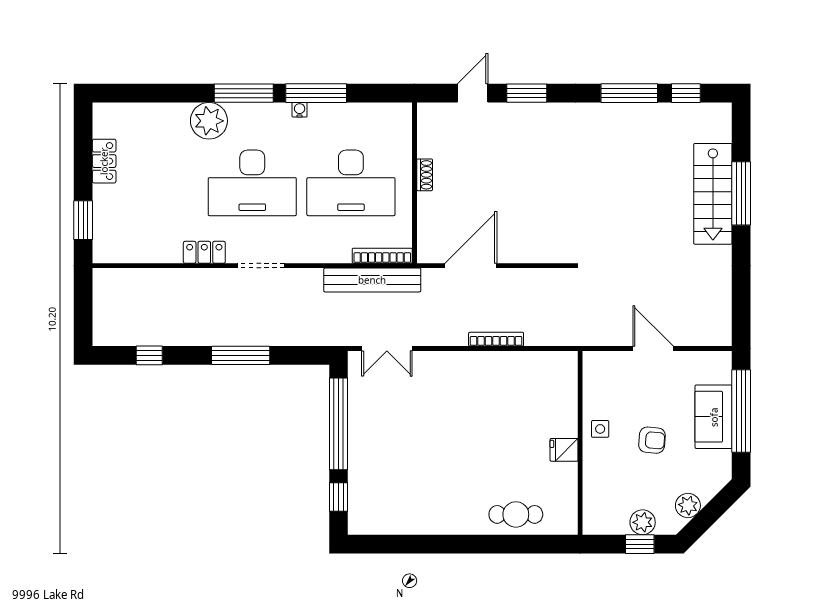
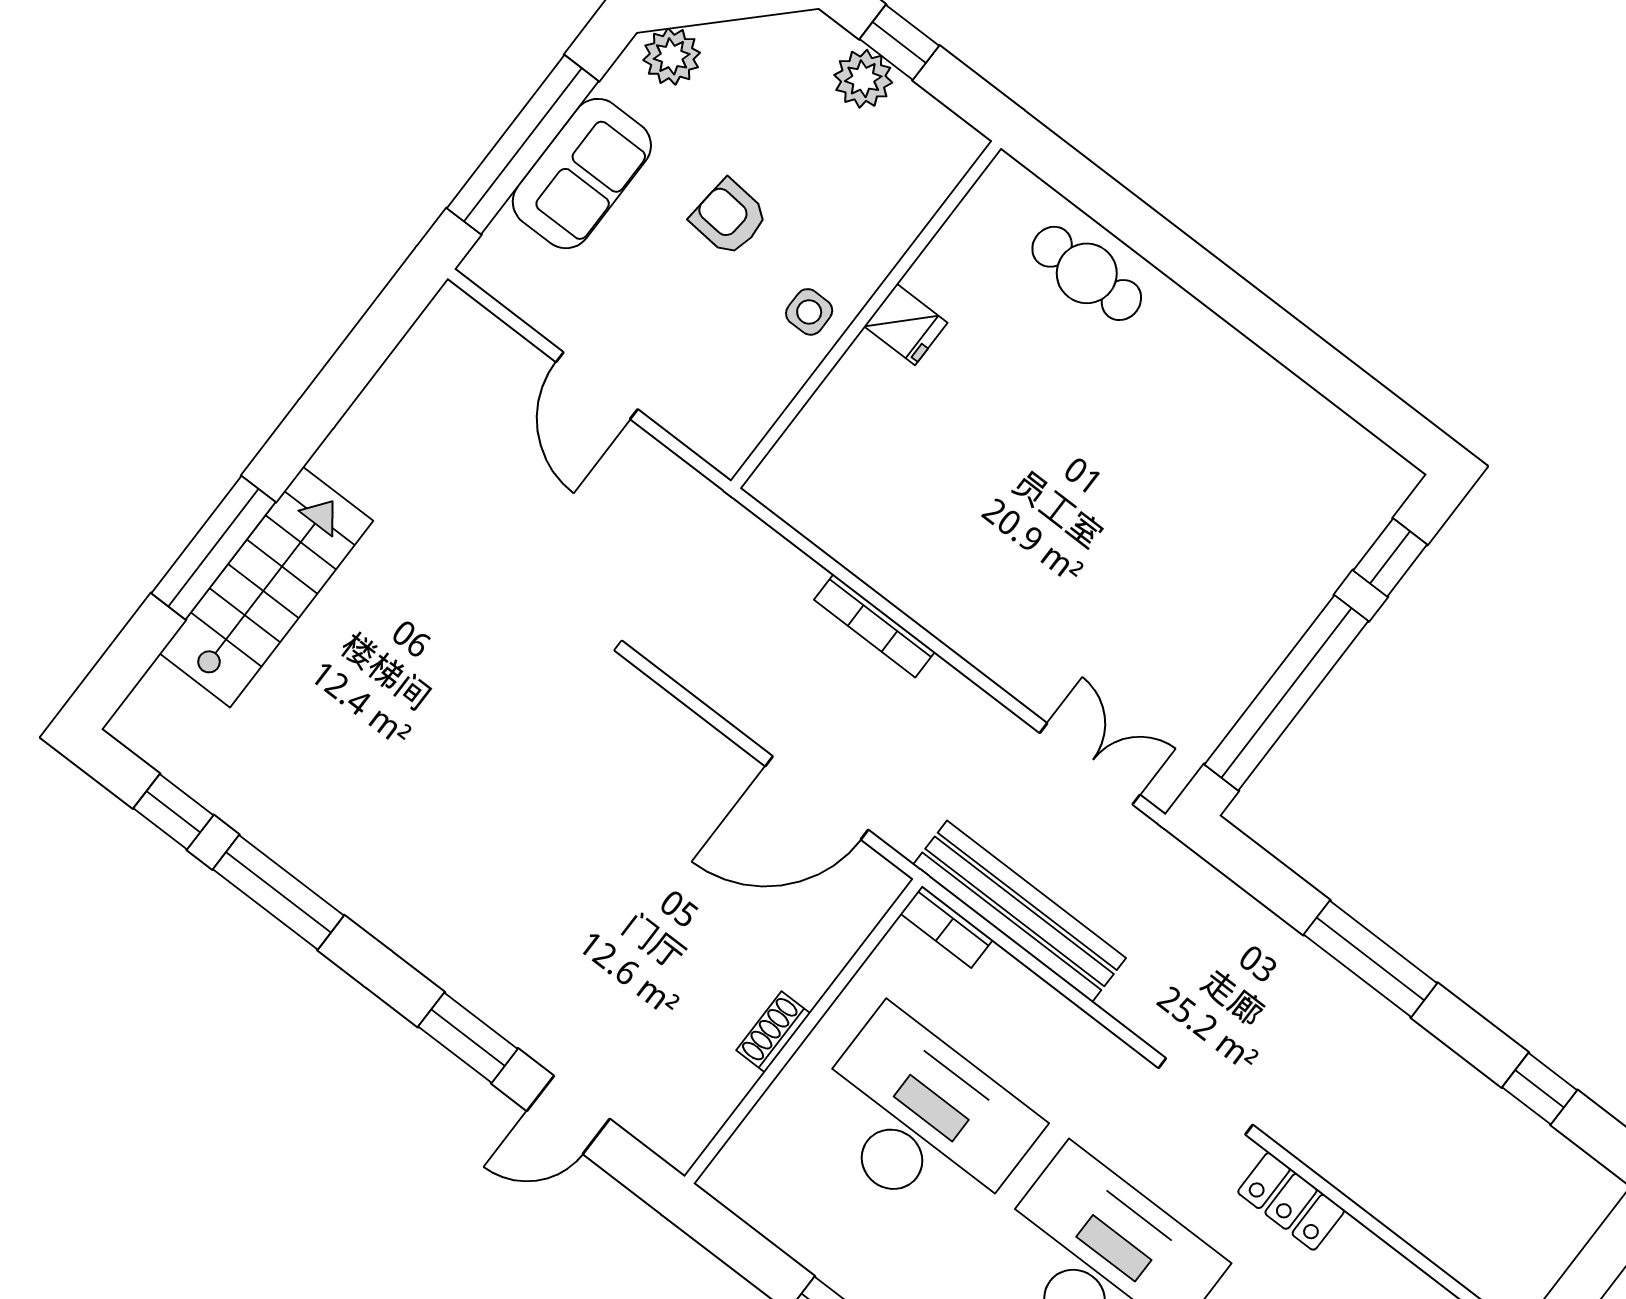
bookcase: (382, 256) -> (947, 927), width x0.64
plant: (688, 506) -> (672, 56), moved

